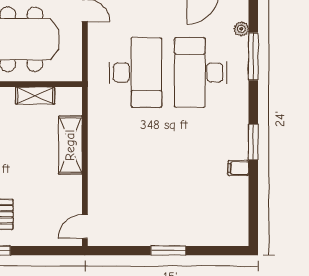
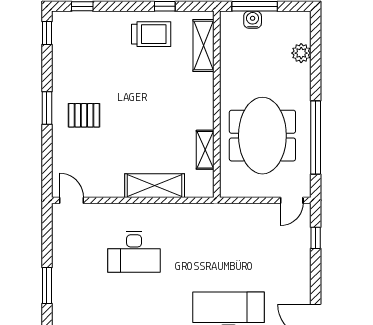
desk: (136, 72) -> (134, 252), moved, width x0.73, depth x0.77

